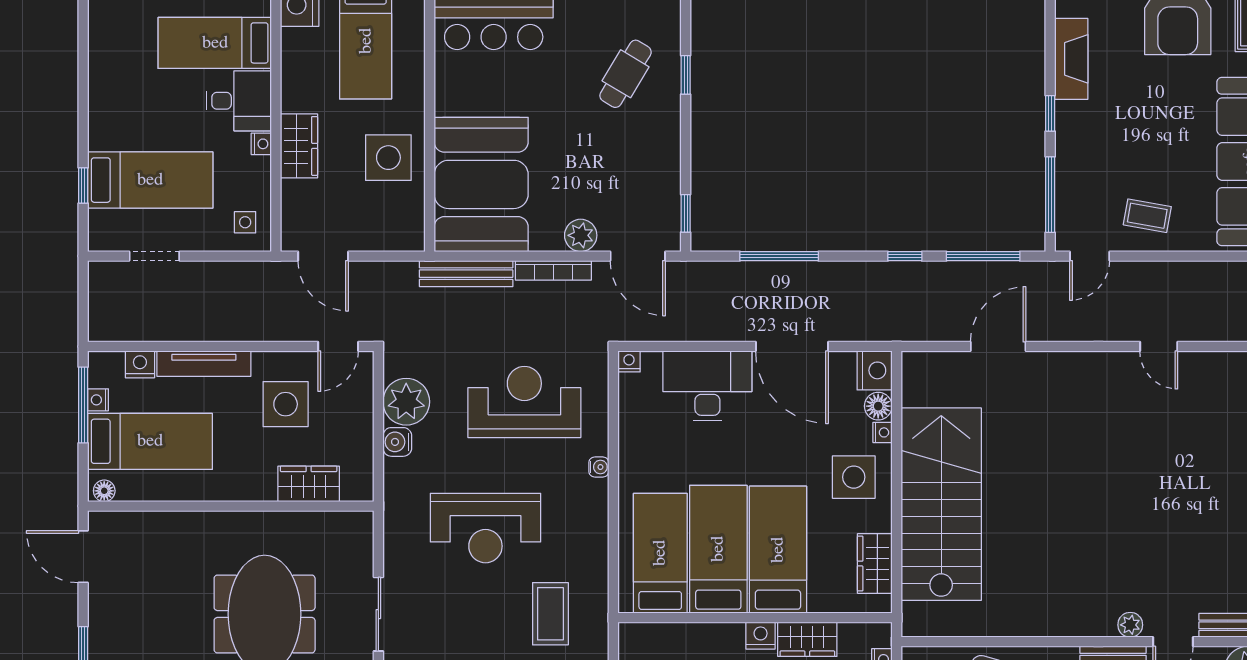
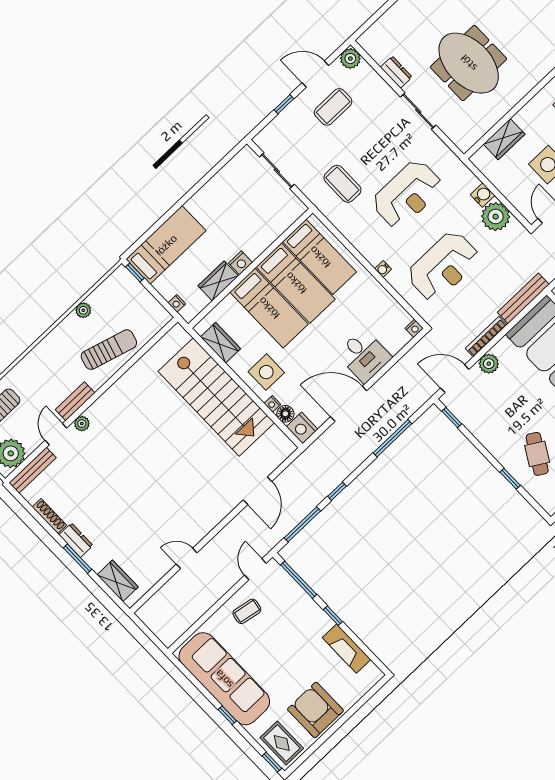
desk: (707, 386) -> (364, 356), width x0.73
reception desk: (485, 528) -> (407, 194), turned 180

